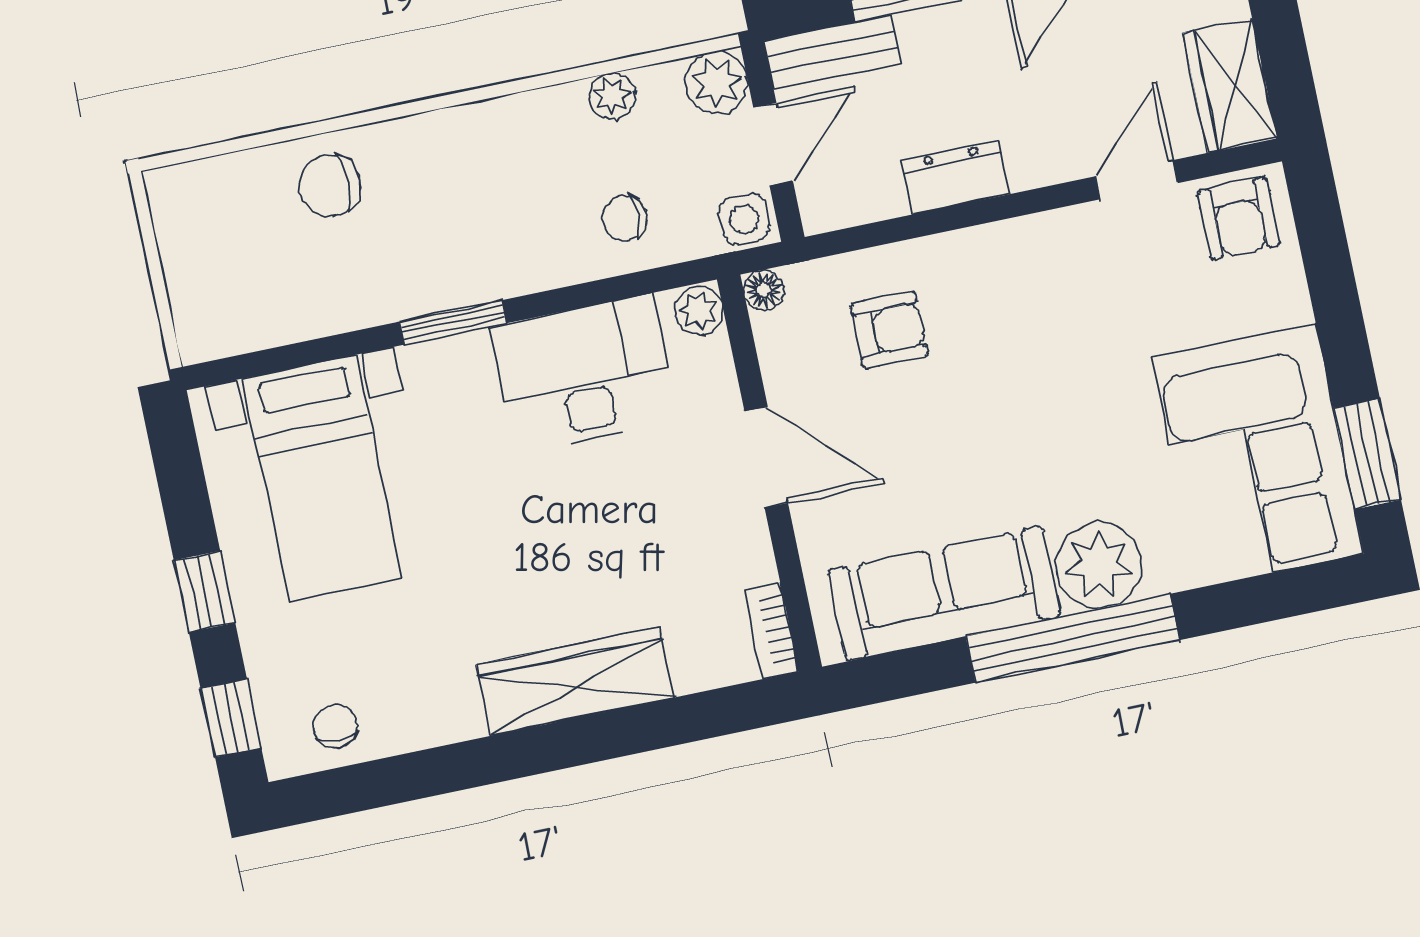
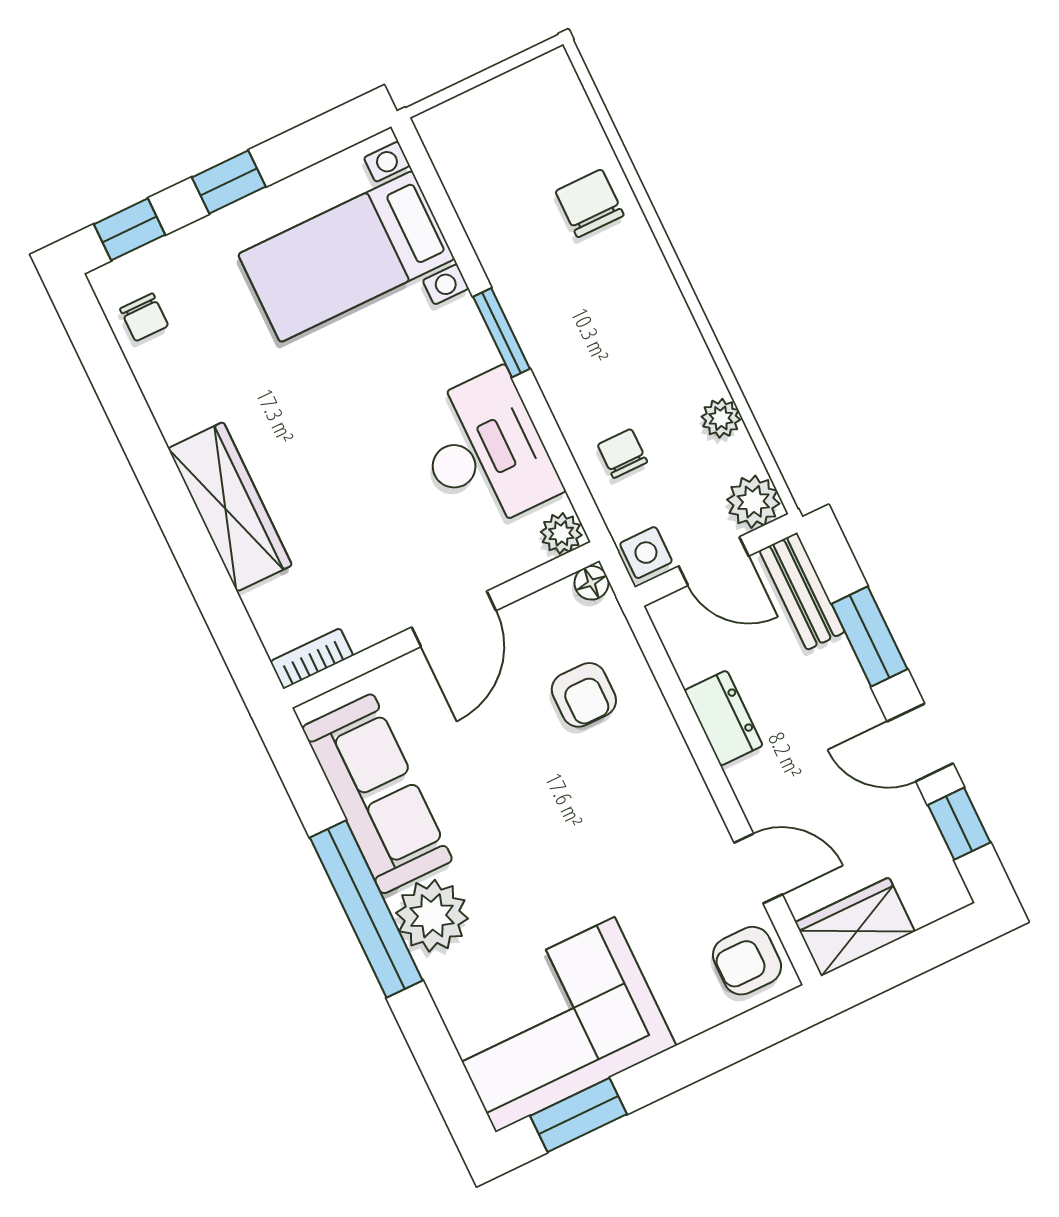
chair: (335, 726) -> (144, 317), turned 90

